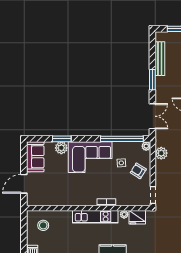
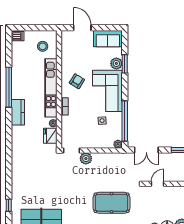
plant: (161, 153) -> (86, 159), moved
armchair: (138, 171) -> (77, 81), moved
kitchen unit: (95, 217) -> (51, 88), width x1.36

